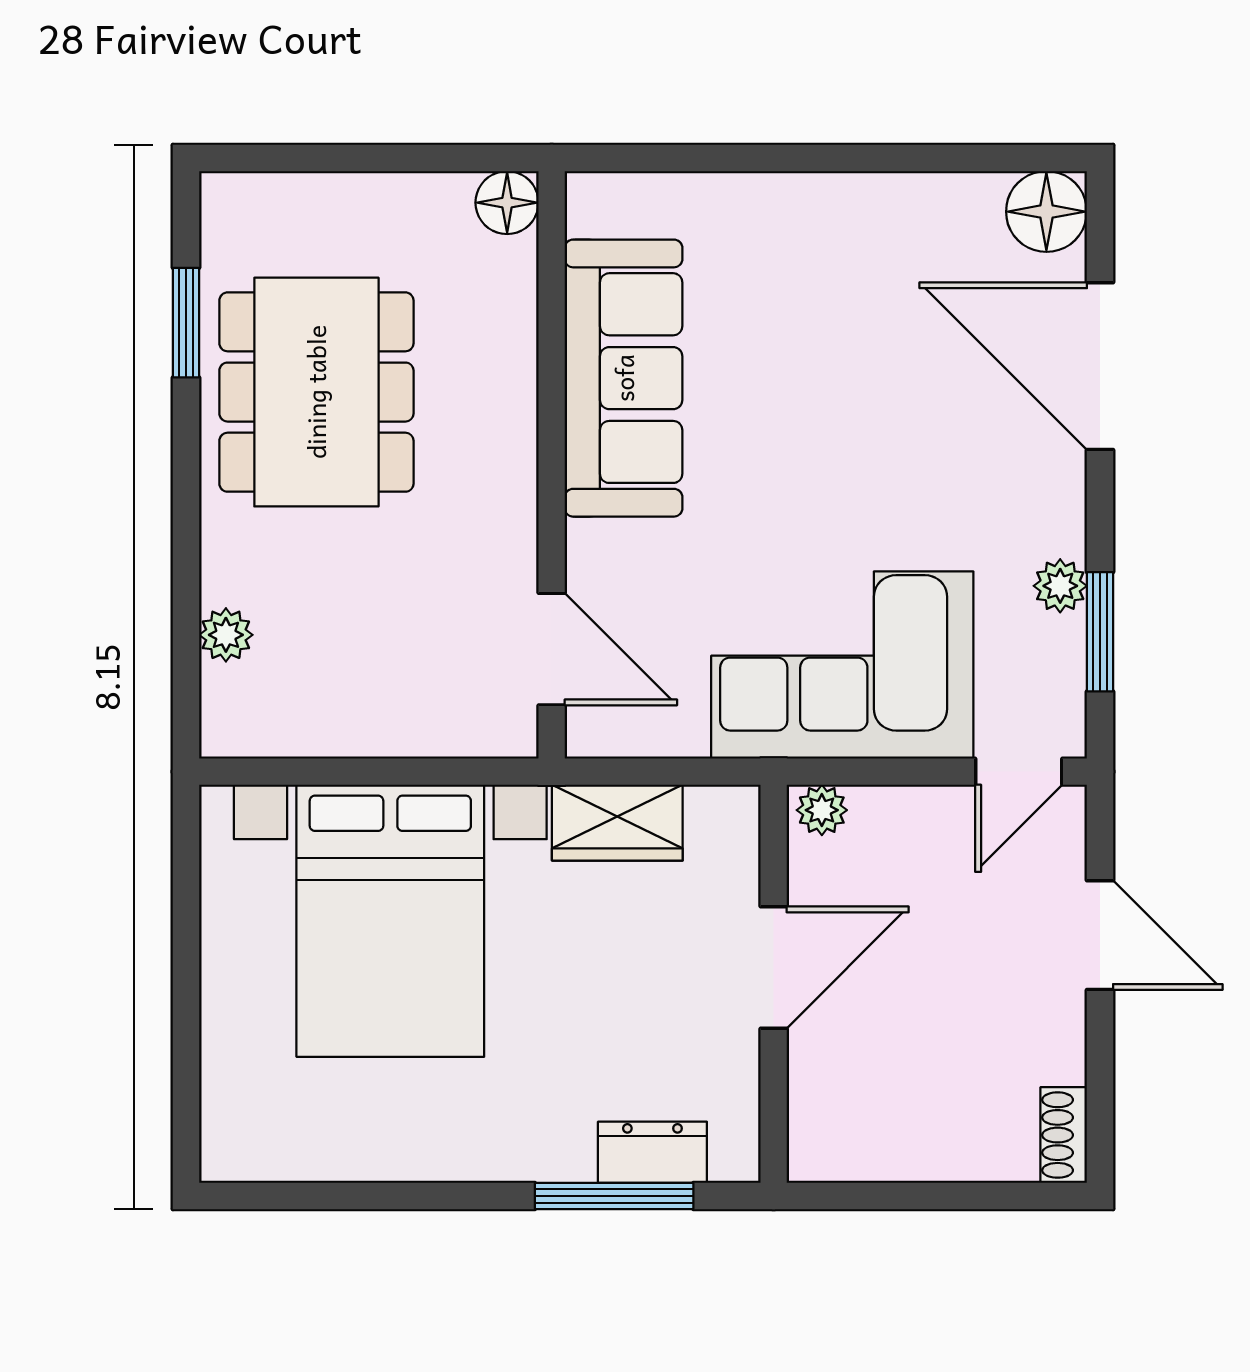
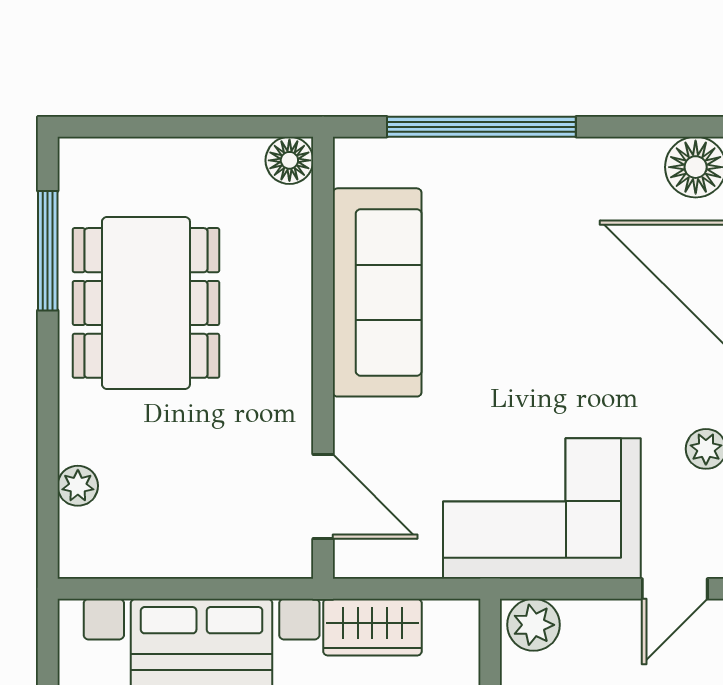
window: (762, 158) -> (481, 127), added
window: (186, 323) -> (48, 251), width x1.44
plant: (822, 810) -> (534, 625), width x1.38, depth x1.38

